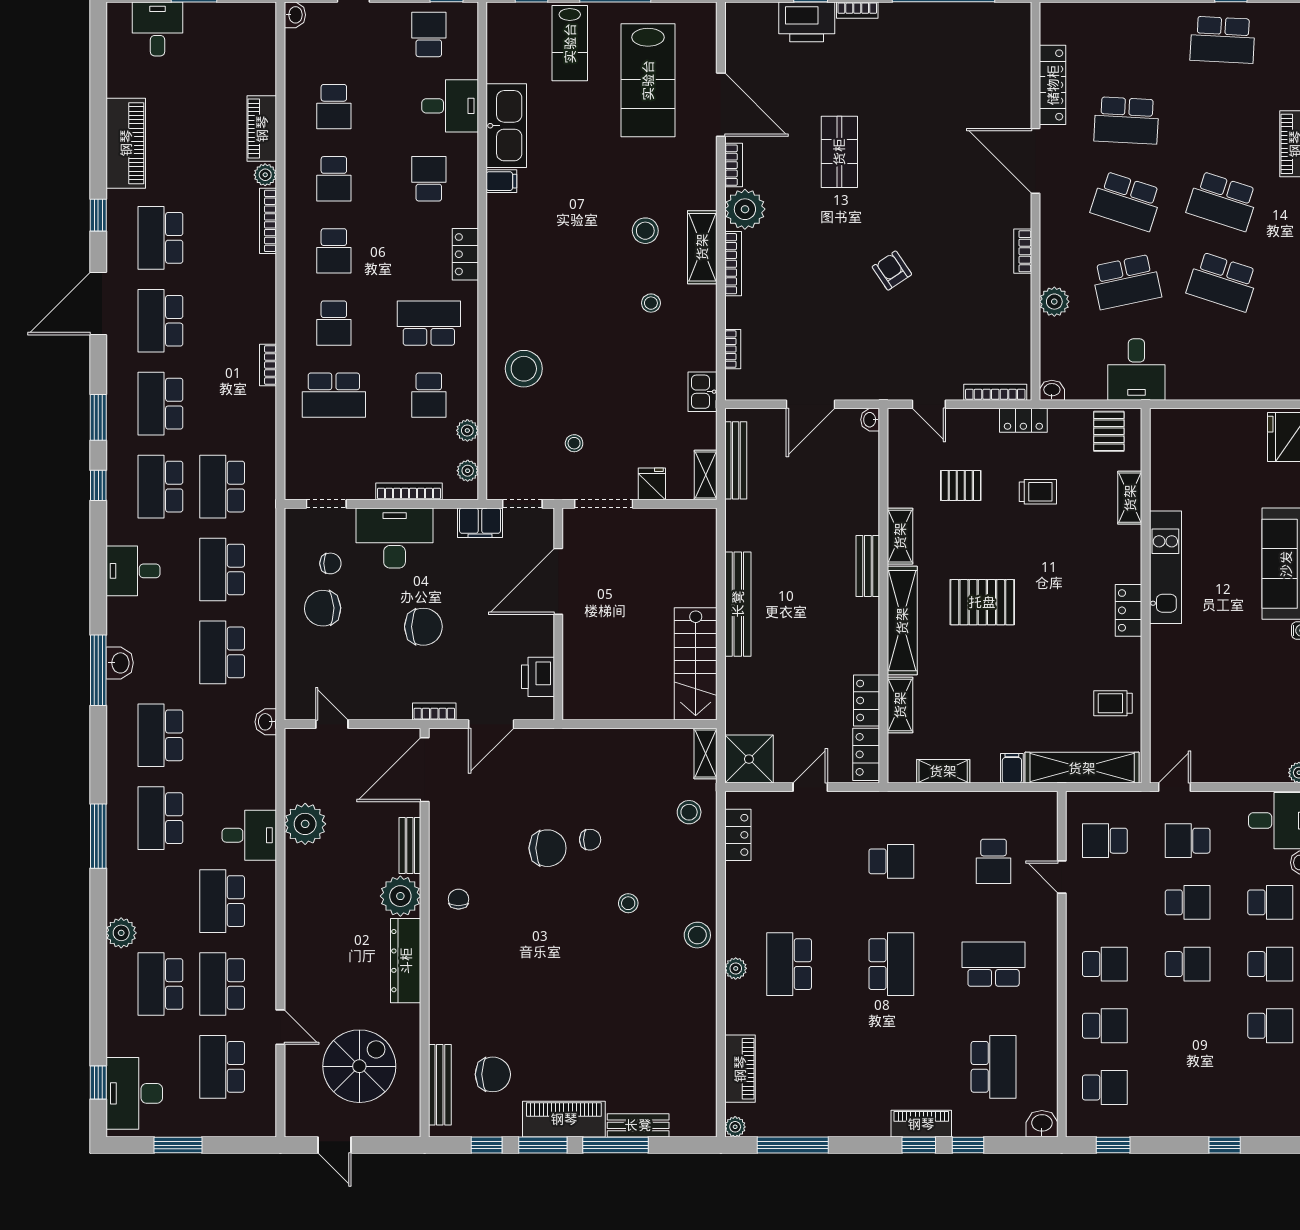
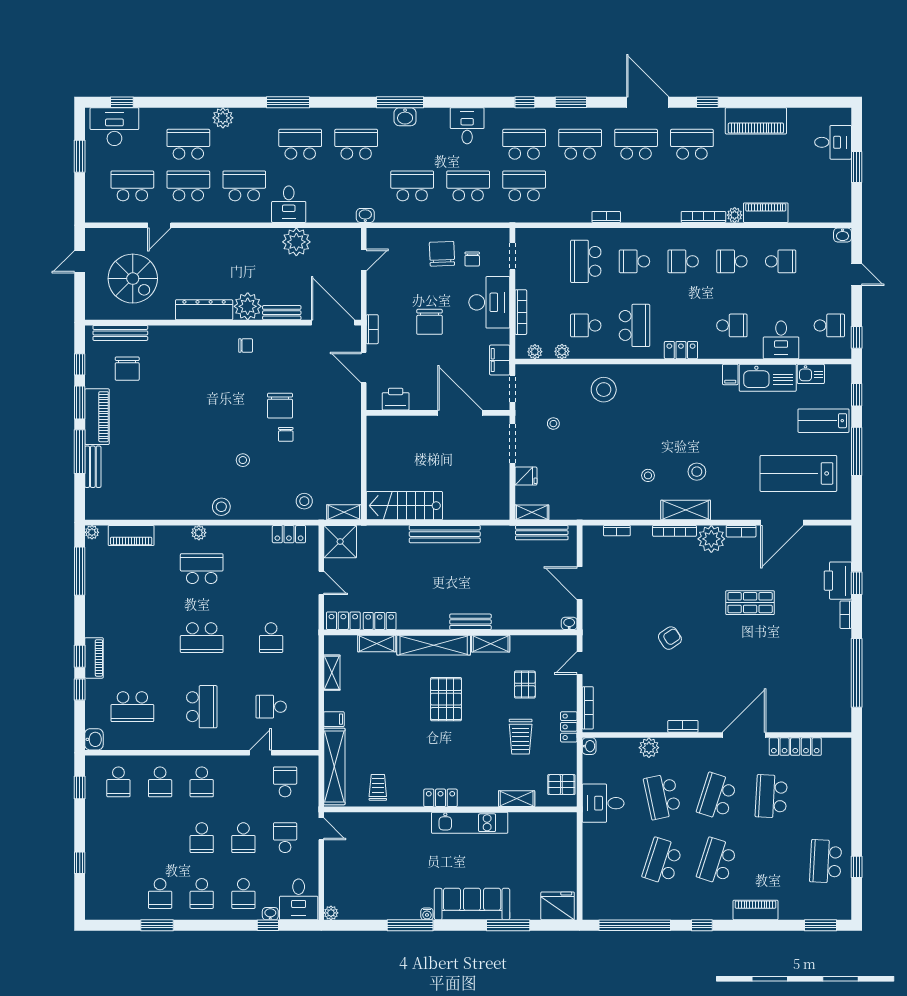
school desk: (334, 107) -> (781, 261), turned 180
kitchen sink: (703, 392) -> (811, 374), moved, turned 180
trolley: (1038, 492) -> (521, 737), width x1.36, depth x1.39

